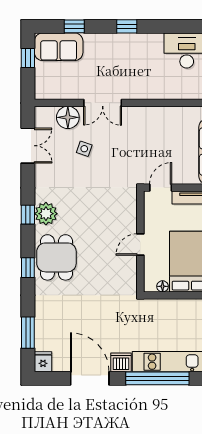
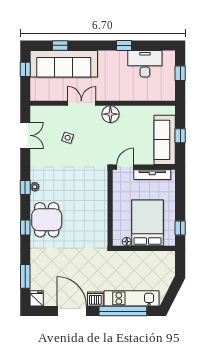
window: (127, 26) -> (124, 45), moved
sofa: (59, 47) -> (64, 64), width x1.85, depth x1.27
double door: (103, 103) -> (81, 103), swing flipped
floor lamp: (68, 117) -> (110, 114), moved
plant: (46, 214) -> (35, 187), width x0.53, depth x0.53
door: (140, 245) -> (110, 210), removed

